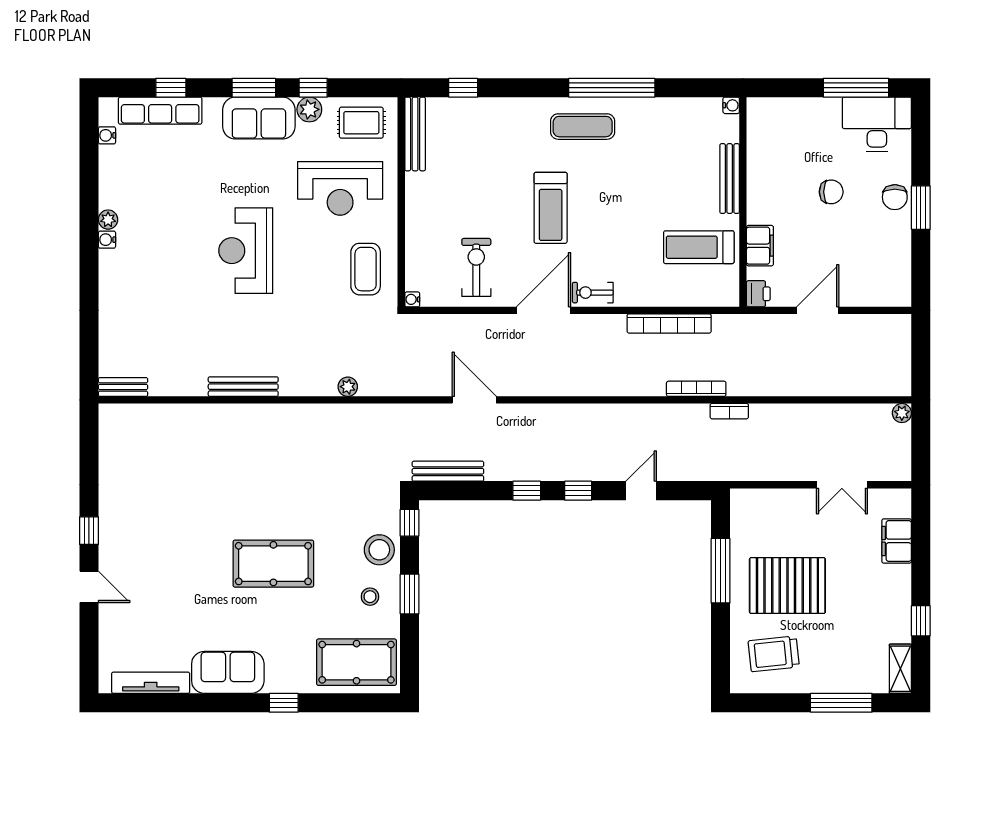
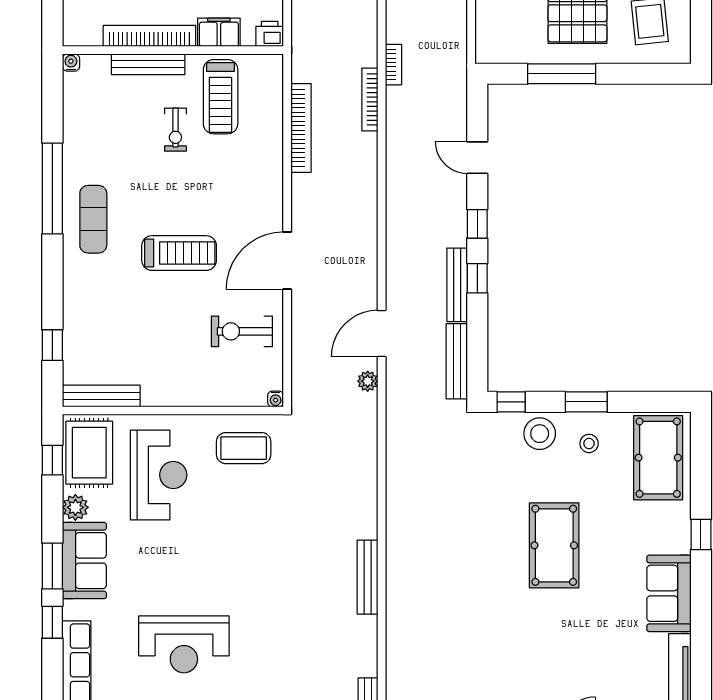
window: (171, 88) -> (52, 622), moved
window: (313, 88) -> (52, 460), moved
rug: (361, 123) -> (89, 453), width x1.36, depth x1.43
bookcase: (756, 180) -> (149, 36), added
reception desk: (246, 251) -> (184, 644), moved
exercise bike: (593, 293) -> (175, 130), moved
door: (543, 310) -> (287, 261), hinge flipped
plant: (348, 387) -> (368, 381), moved
bench: (520, 471) -> (457, 285), added

